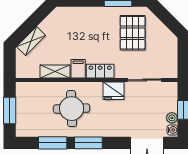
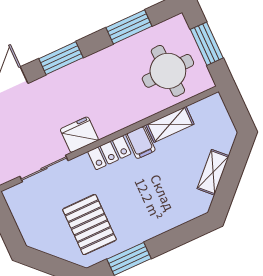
shelving: (31, 41) -> (213, 172), moved
round table: (72, 109) -> (168, 71), moved
window: (88, 143) -> (61, 58), moved

